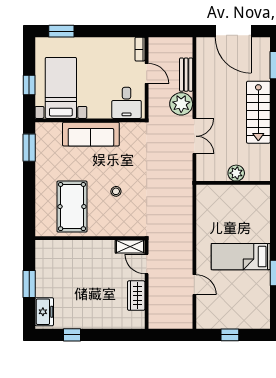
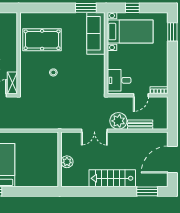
sofa: (91, 134) -> (96, 33), moved

